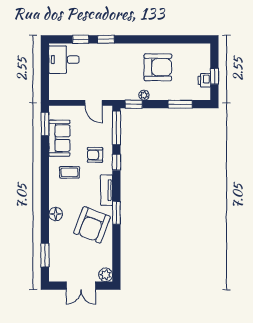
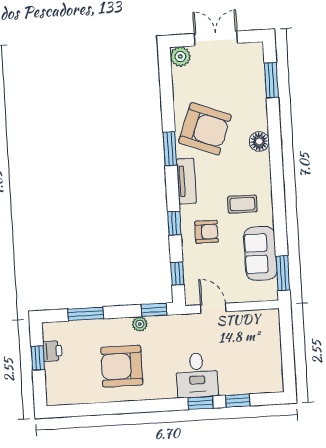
desk: (64, 60) -> (197, 375), moved, turned 90
window: (116, 128) -> (177, 274), width x0.46
armchair: (92, 225) -> (205, 129), turned 90

